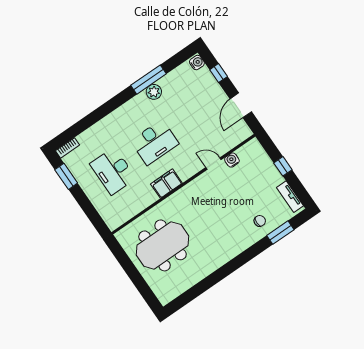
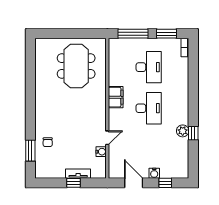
water cooler: (197, 63) -> (154, 173), moved
window: (149, 80) -> (193, 133), width x0.46
desk: (155, 142) -> (149, 108), turned 180
desk: (113, 171) -> (149, 67), turned 90
tv unit: (290, 197) -> (78, 174), moved
window: (90, 210) -> (133, 34), added

